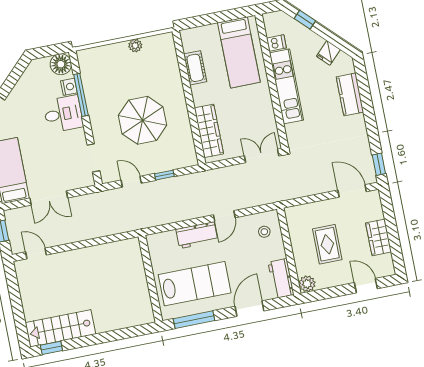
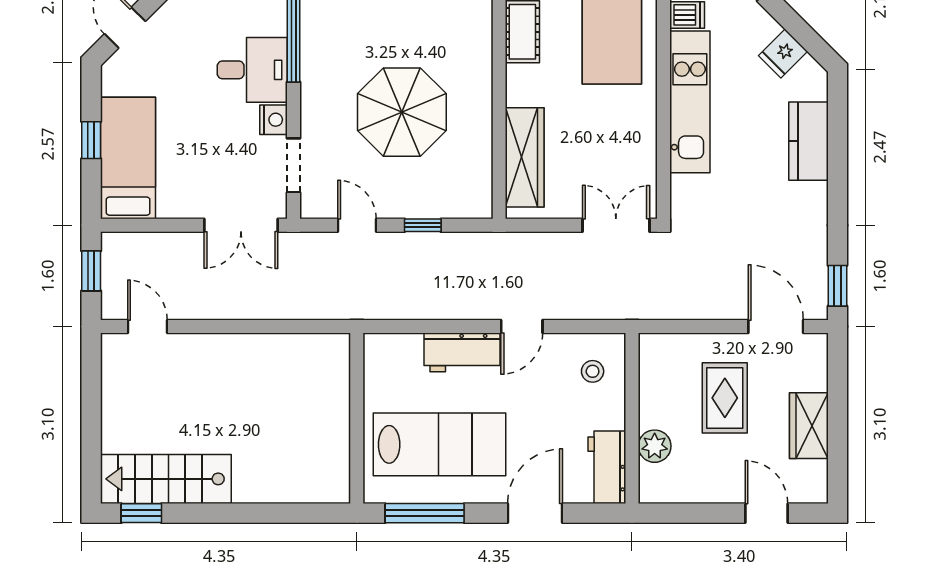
nightstand: (69, 87) -> (274, 120), moved
double door: (49, 198) -> (241, 225), moved
rug: (327, 244) -> (725, 398), moved
plant: (307, 284) -> (655, 446), moved

